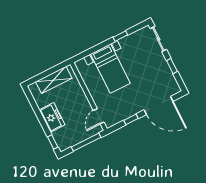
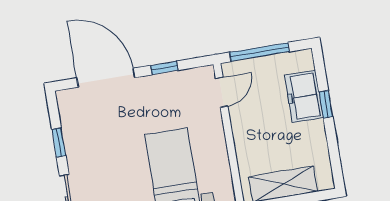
freezer: (52, 117) -> (304, 96), moved
window: (53, 142) -> (326, 104), moved

